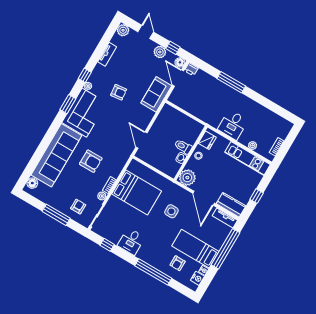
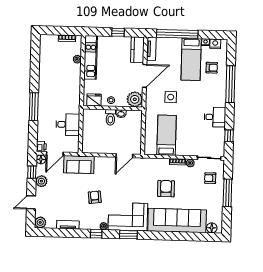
desk: (233, 125) -> (68, 125), moved
bed: (137, 192) -> (167, 135), width x0.67

